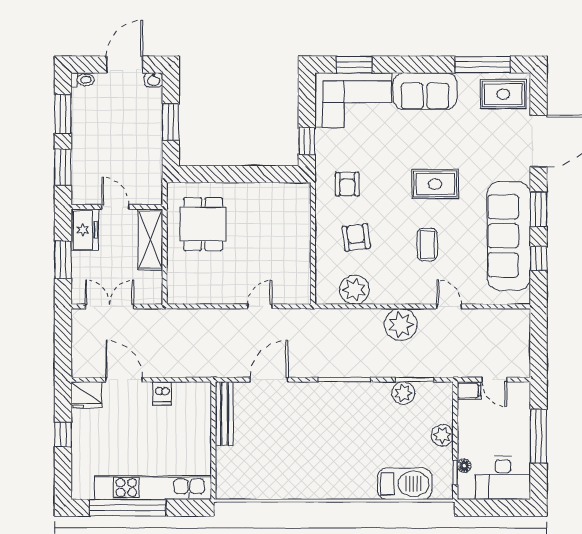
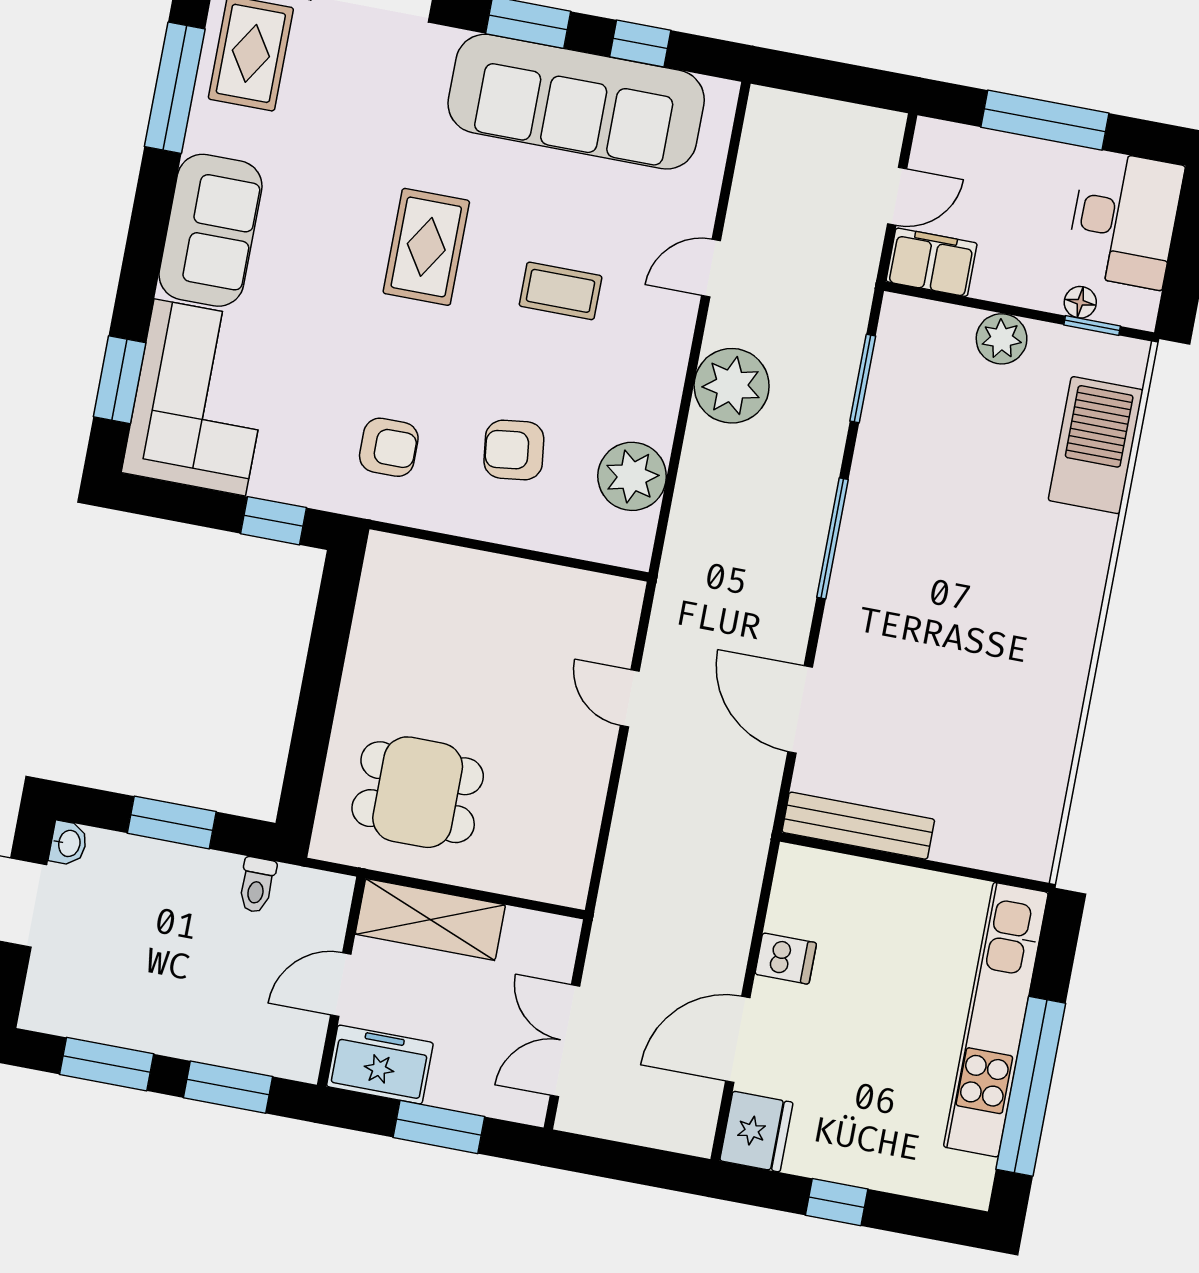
toilet: (83, 80) -> (257, 885), moved, turned 180
filing cabinet: (469, 391) -> (932, 262), width x2.00
plant: (403, 393) -> (888, 410), removed

